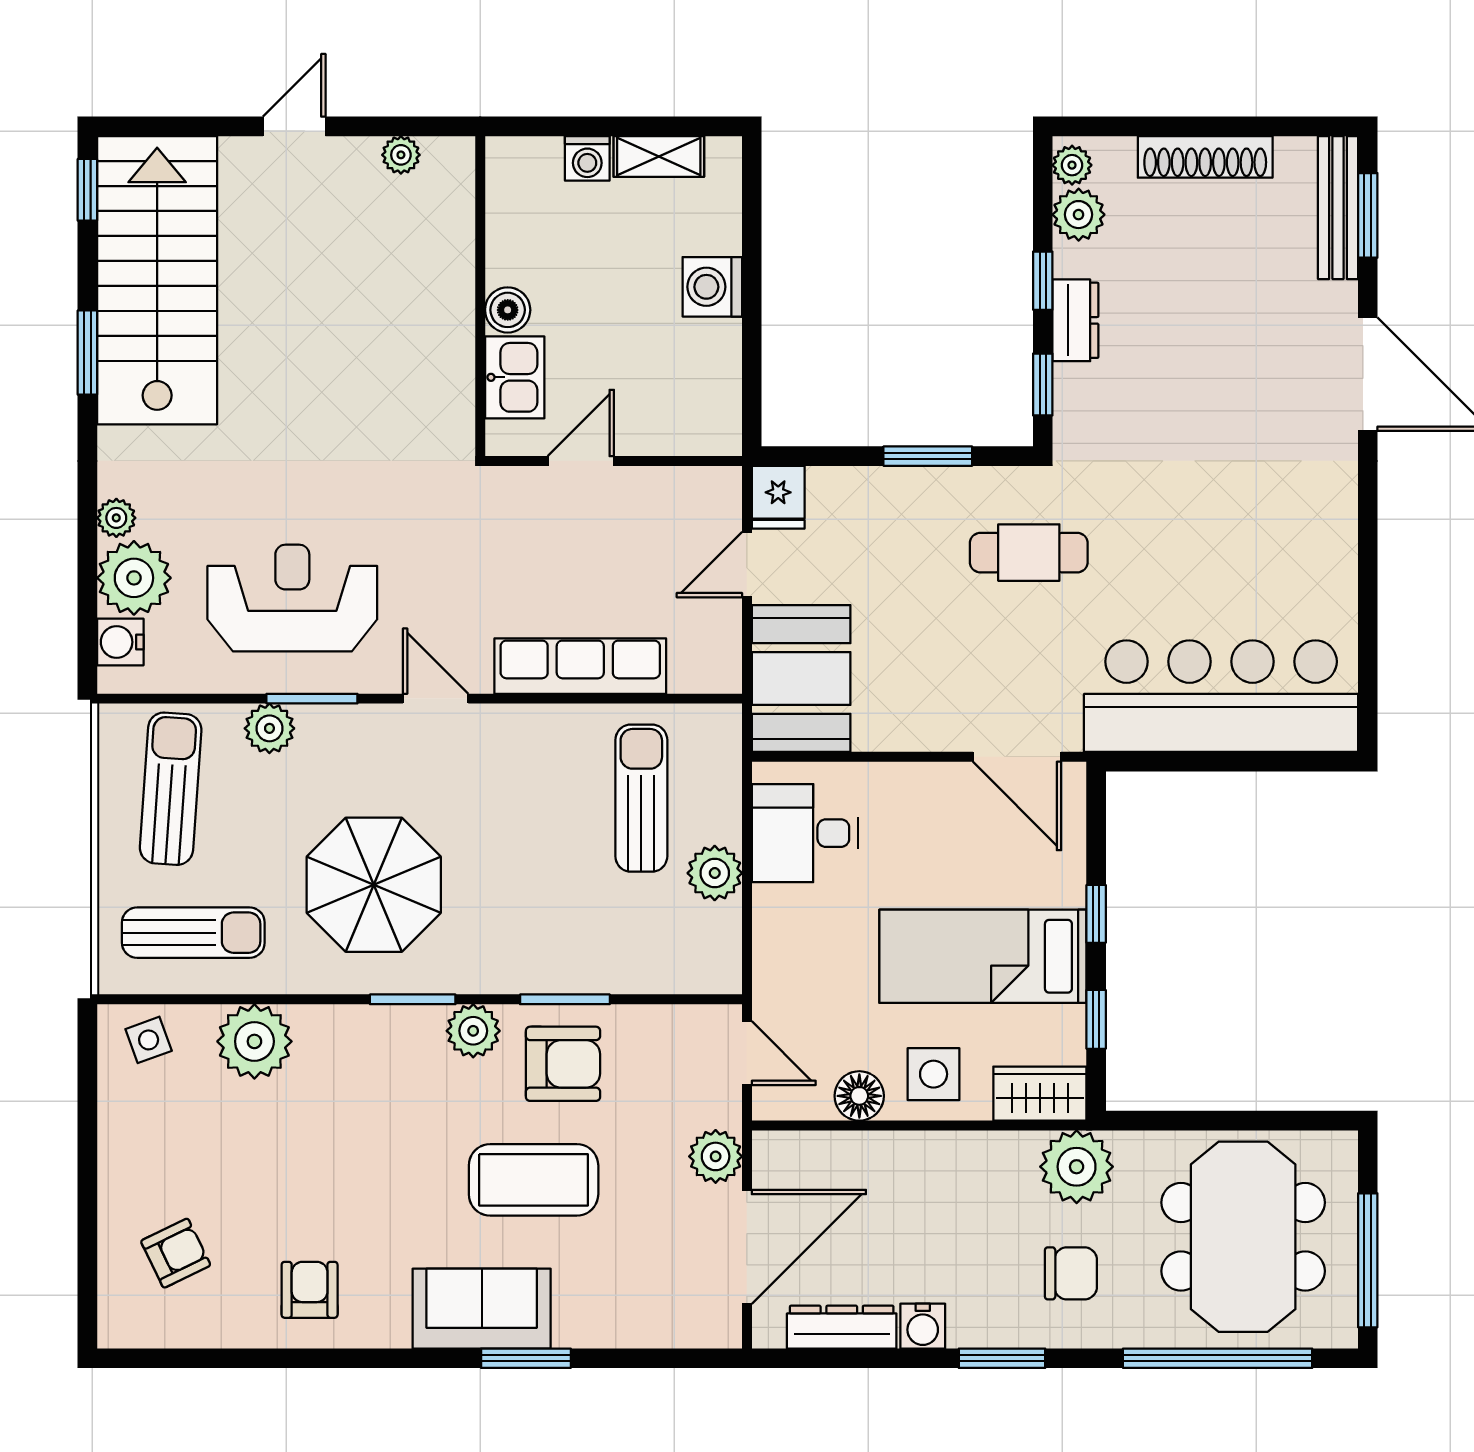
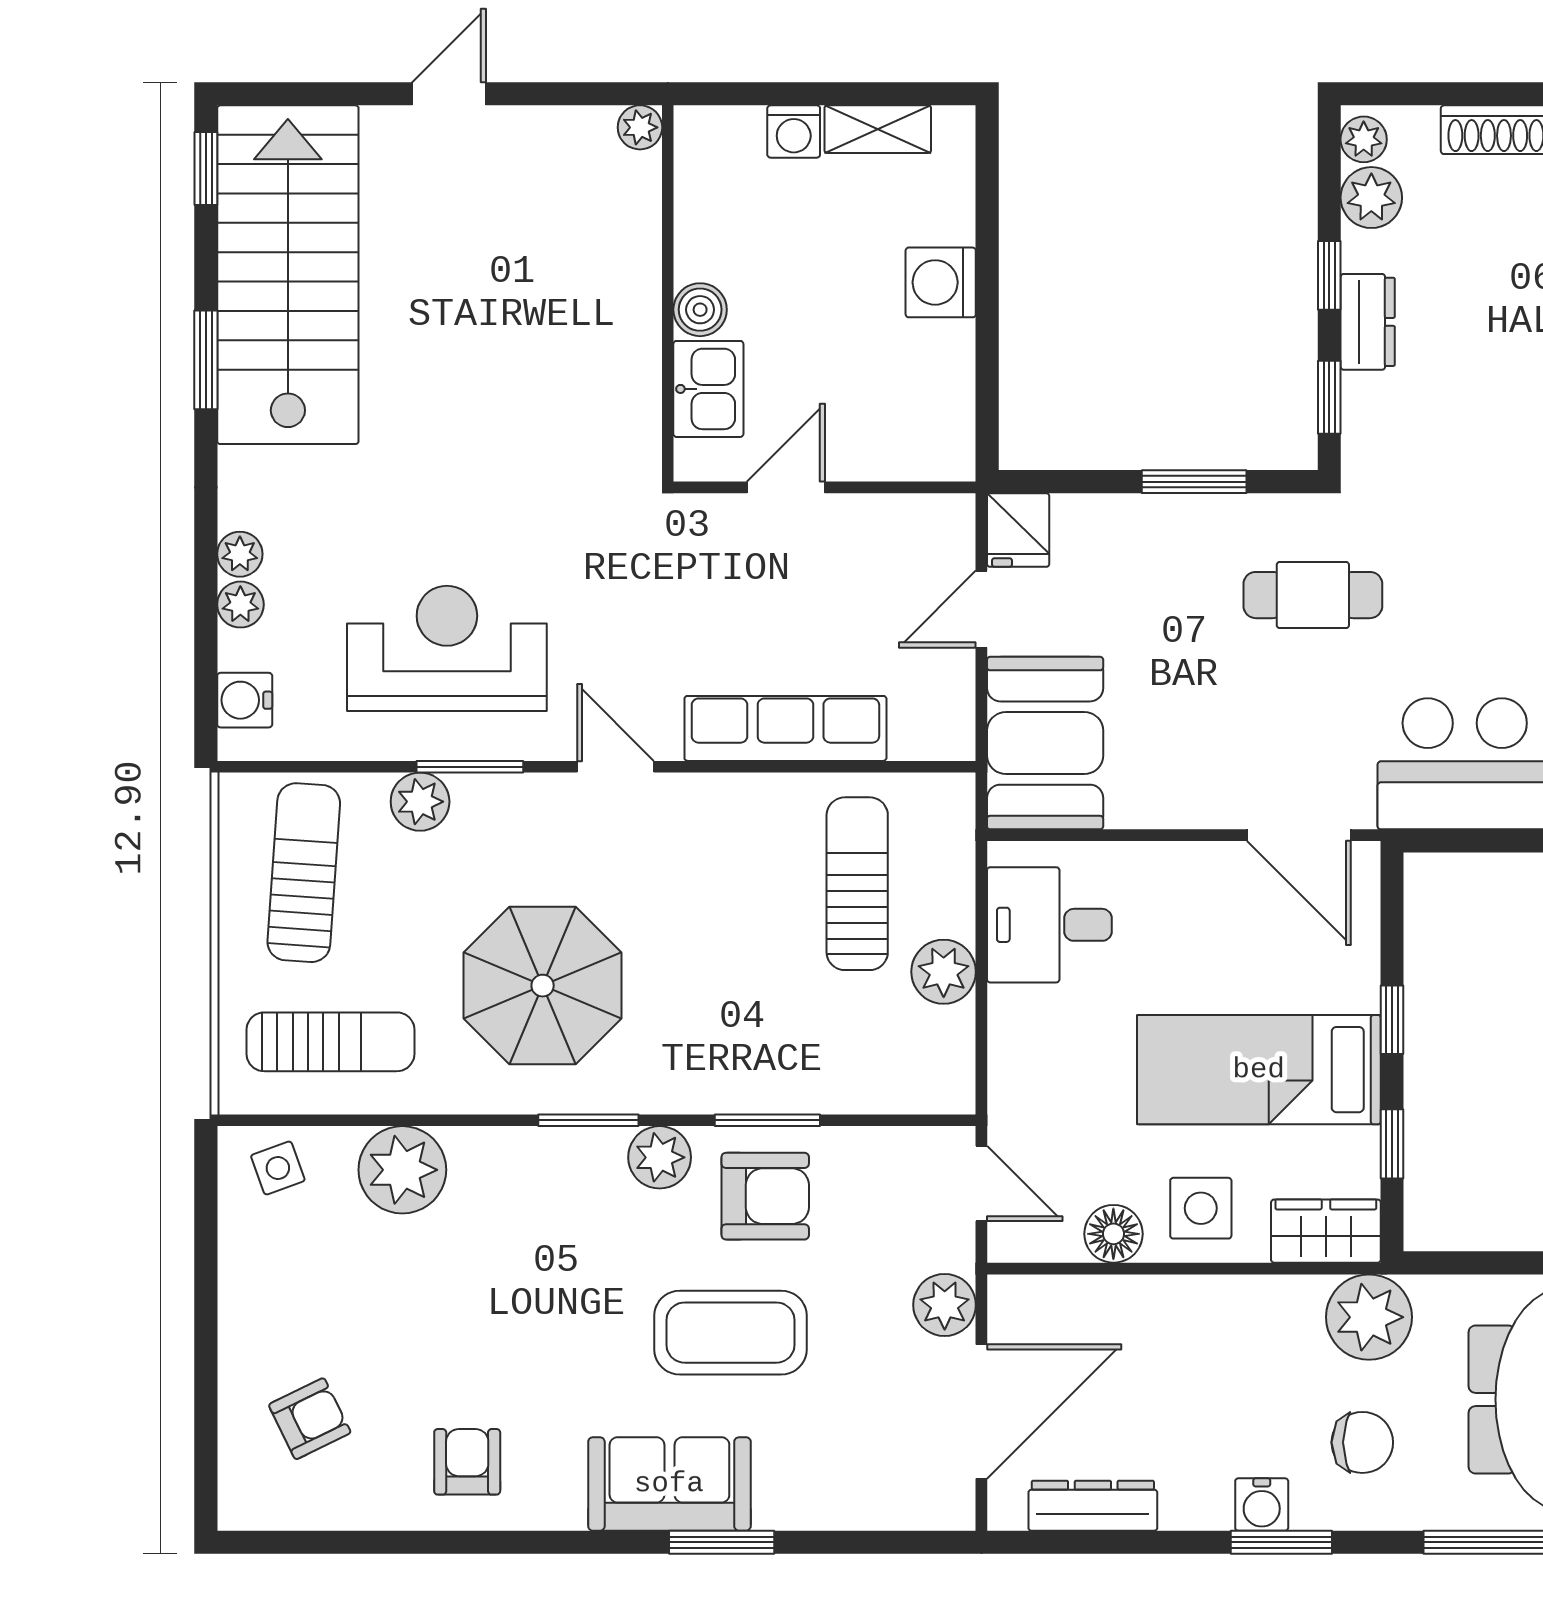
plant: (401, 155) -> (640, 127), moved
plant: (134, 578) -> (240, 605), width x0.53, depth x0.53
water cooler: (923, 1326) -> (1262, 1505), moved

